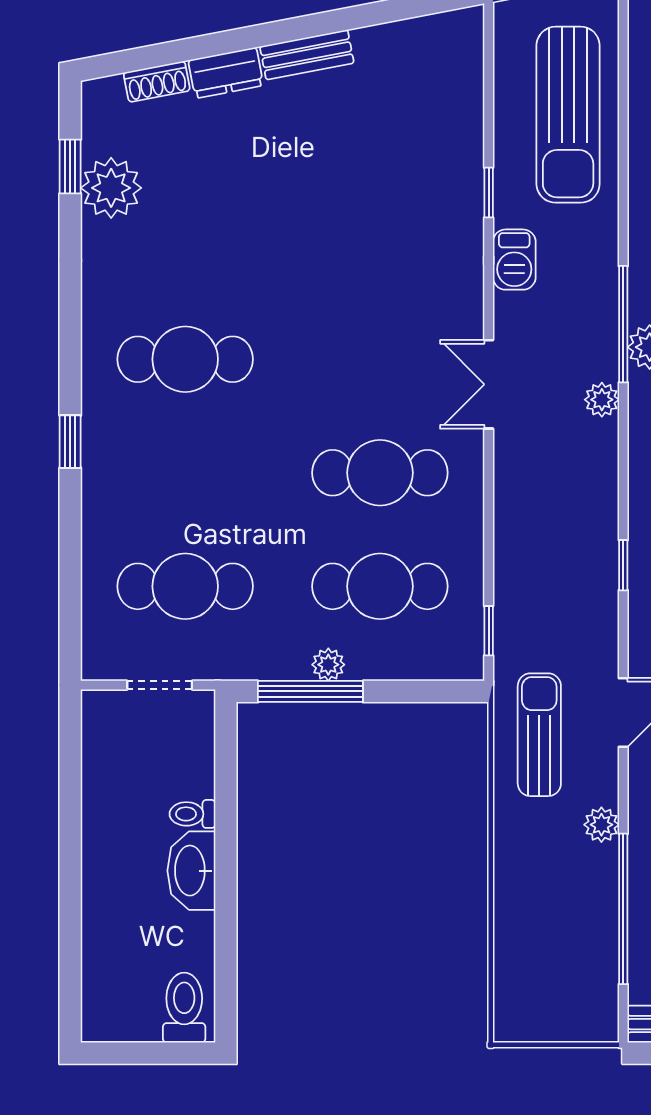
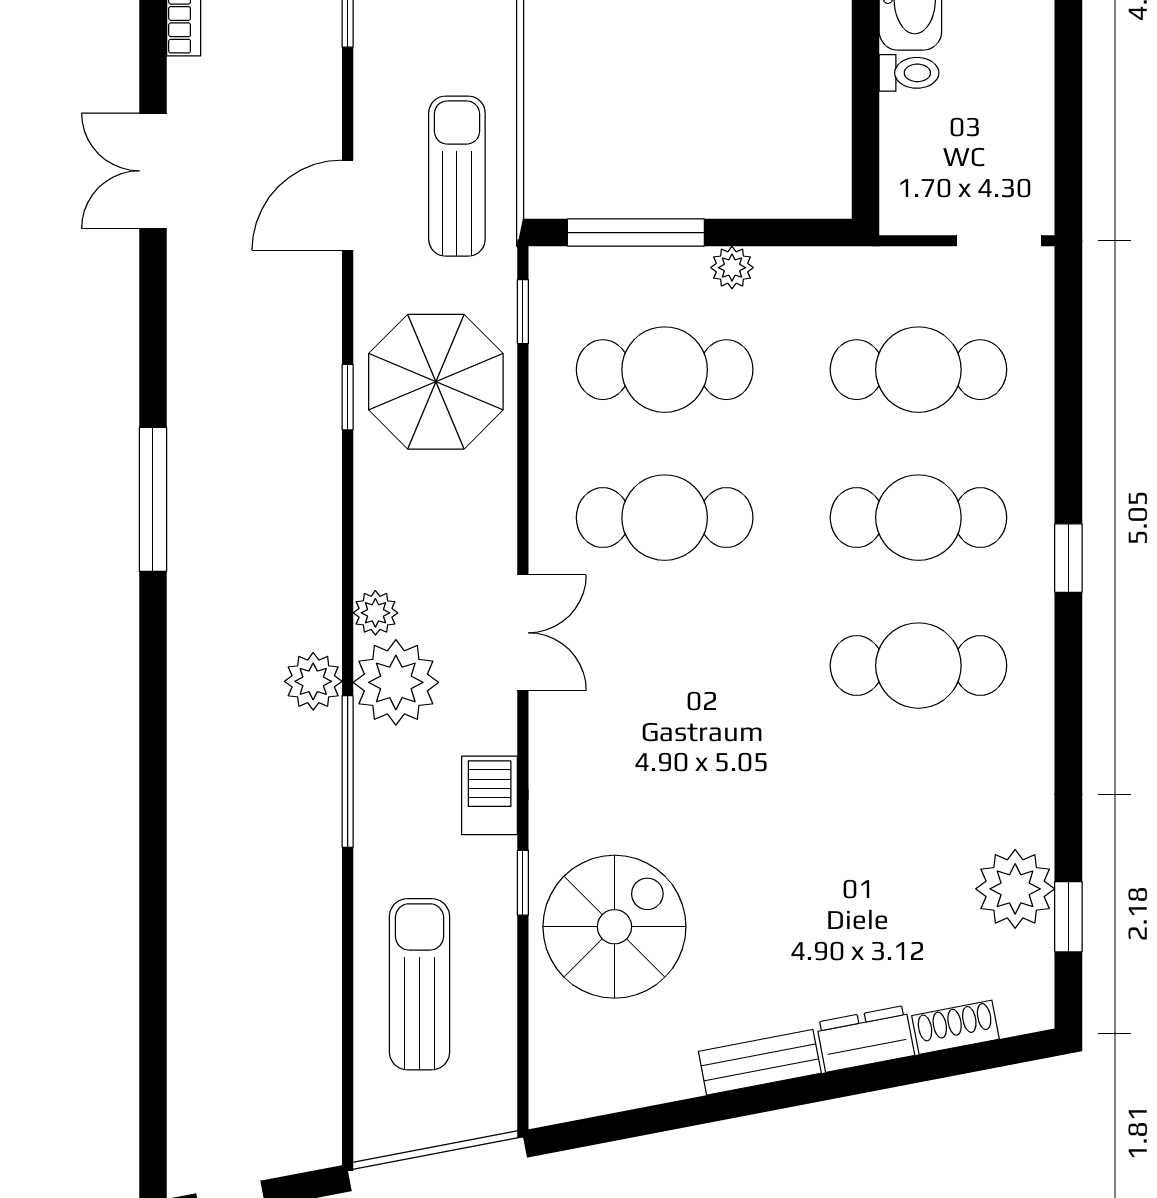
sun lounger: (568, 115) -> (419, 984), width x0.73, depth x0.75
spiral stairs: (418, 159) -> (614, 927), added
window: (623, 324) -> (348, 771), moved
cafe table: (185, 473) -> (918, 518), added
parasol: (555, 577) -> (436, 382), added
doorway: (160, 685) -> (999, 241), moved
window: (310, 691) -> (636, 233), moved
sun lounger: (539, 735) -> (457, 176), turned 180
plant: (601, 825) -> (396, 682), moved, width x1.88, depth x1.88

